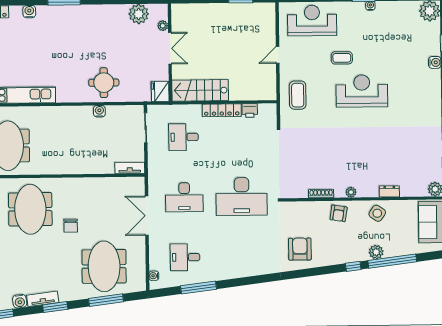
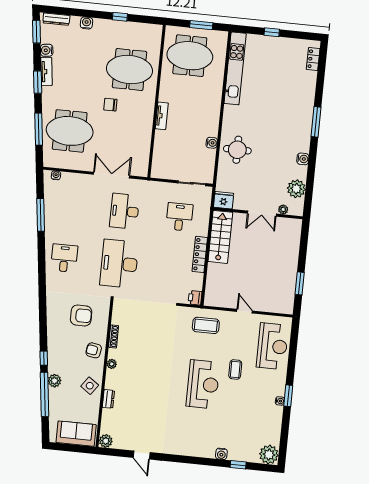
water cooler: (29, 12) -> (303, 159), moved
printer: (250, 110) -> (195, 298), moved
tv unit: (130, 168) -> (162, 116), moved
armchair: (300, 249) -> (81, 315), moved
desk: (185, 257) -> (64, 258), moved

